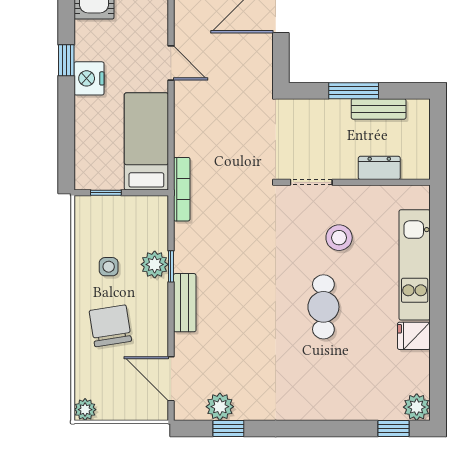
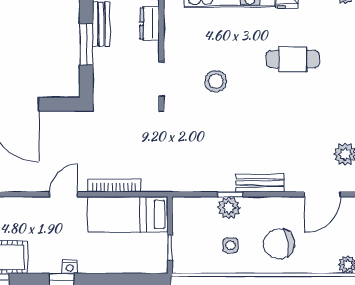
nightstand: (89, 78) -> (70, 267), width x0.53, depth x0.56
bookcase: (182, 189) -> (114, 185), moved
stool: (339, 238) -> (216, 81), moved
cafe table: (323, 307) -> (293, 59), moved

